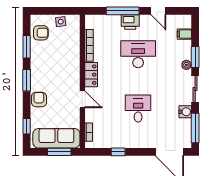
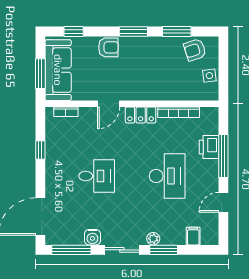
printer: (130, 22) -> (209, 147), moved
armchair: (41, 33) -> (195, 50), turned 72

